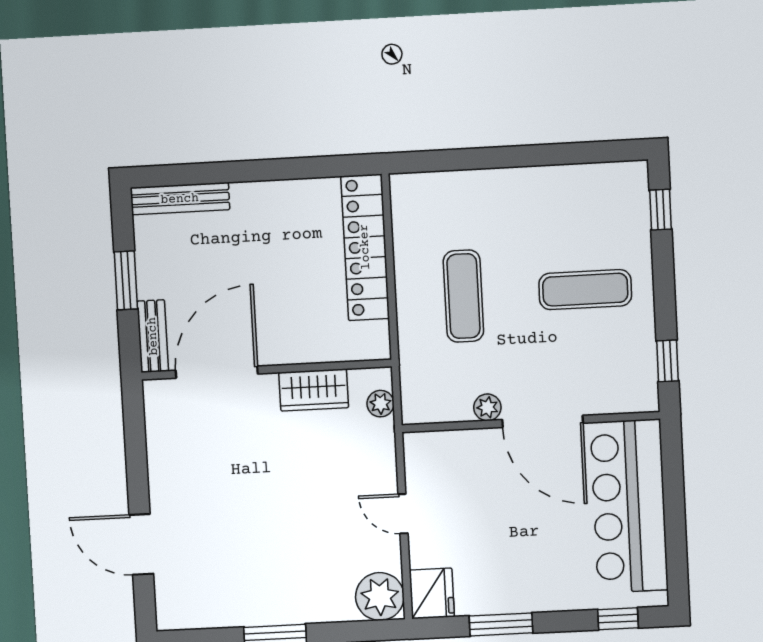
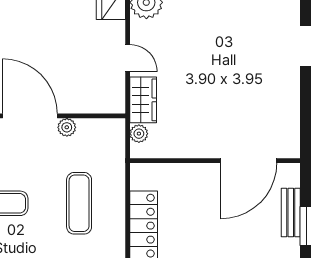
bench: (153, 336) -> (291, 213), moved
wardrobe: (314, 390) -> (143, 100), moved, turned 90

